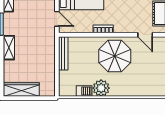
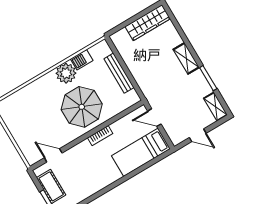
bench: (63, 53) -> (119, 73), moved
parasol: (115, 56) -> (82, 107), moved

